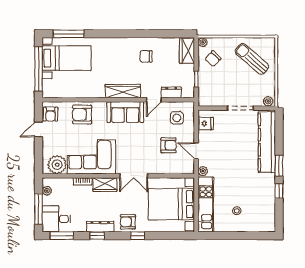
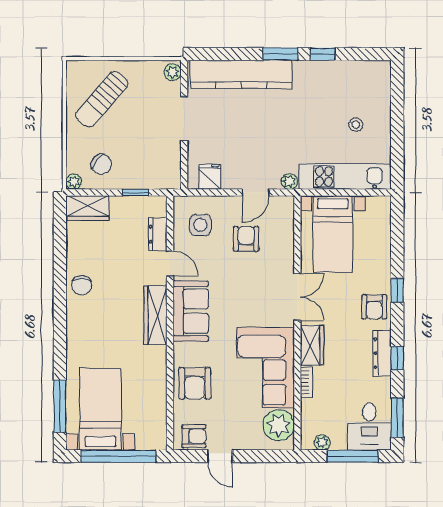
chair: (146, 56) -> (82, 285), moved
bed with nightstands: (171, 204) -> (333, 234), width x0.73

